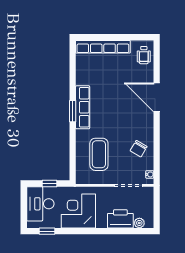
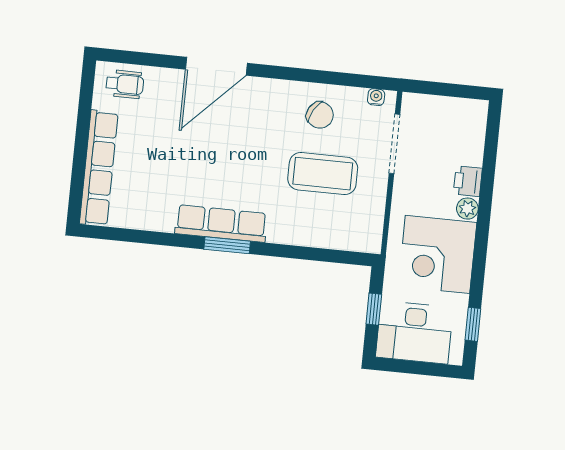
coffee table: (99, 154) -> (323, 174), moved
printer: (120, 219) -> (468, 181), width x0.53, depth x0.68
plant: (139, 223) -> (467, 209), moved

